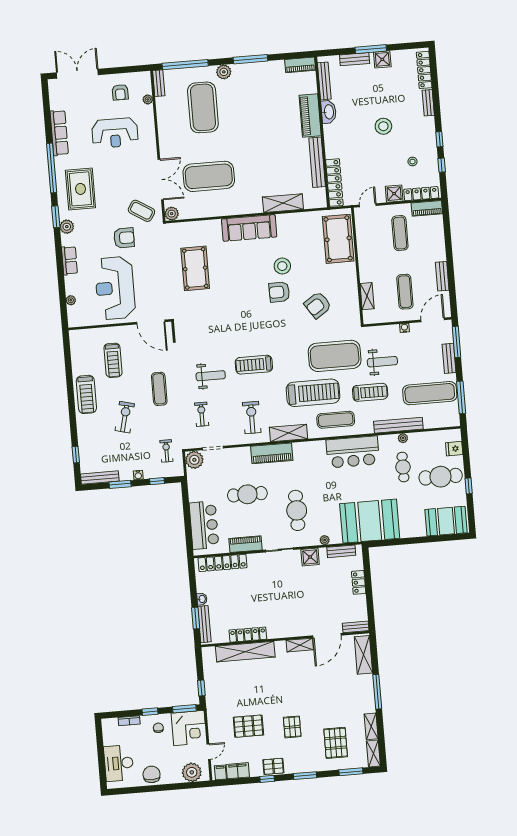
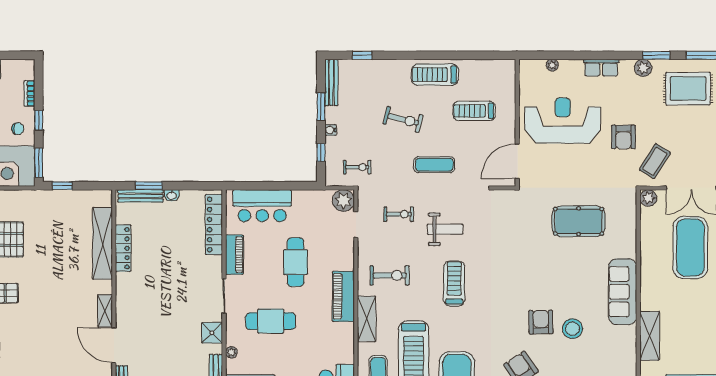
weight bench: (211, 376) -> (445, 229), turned -90

